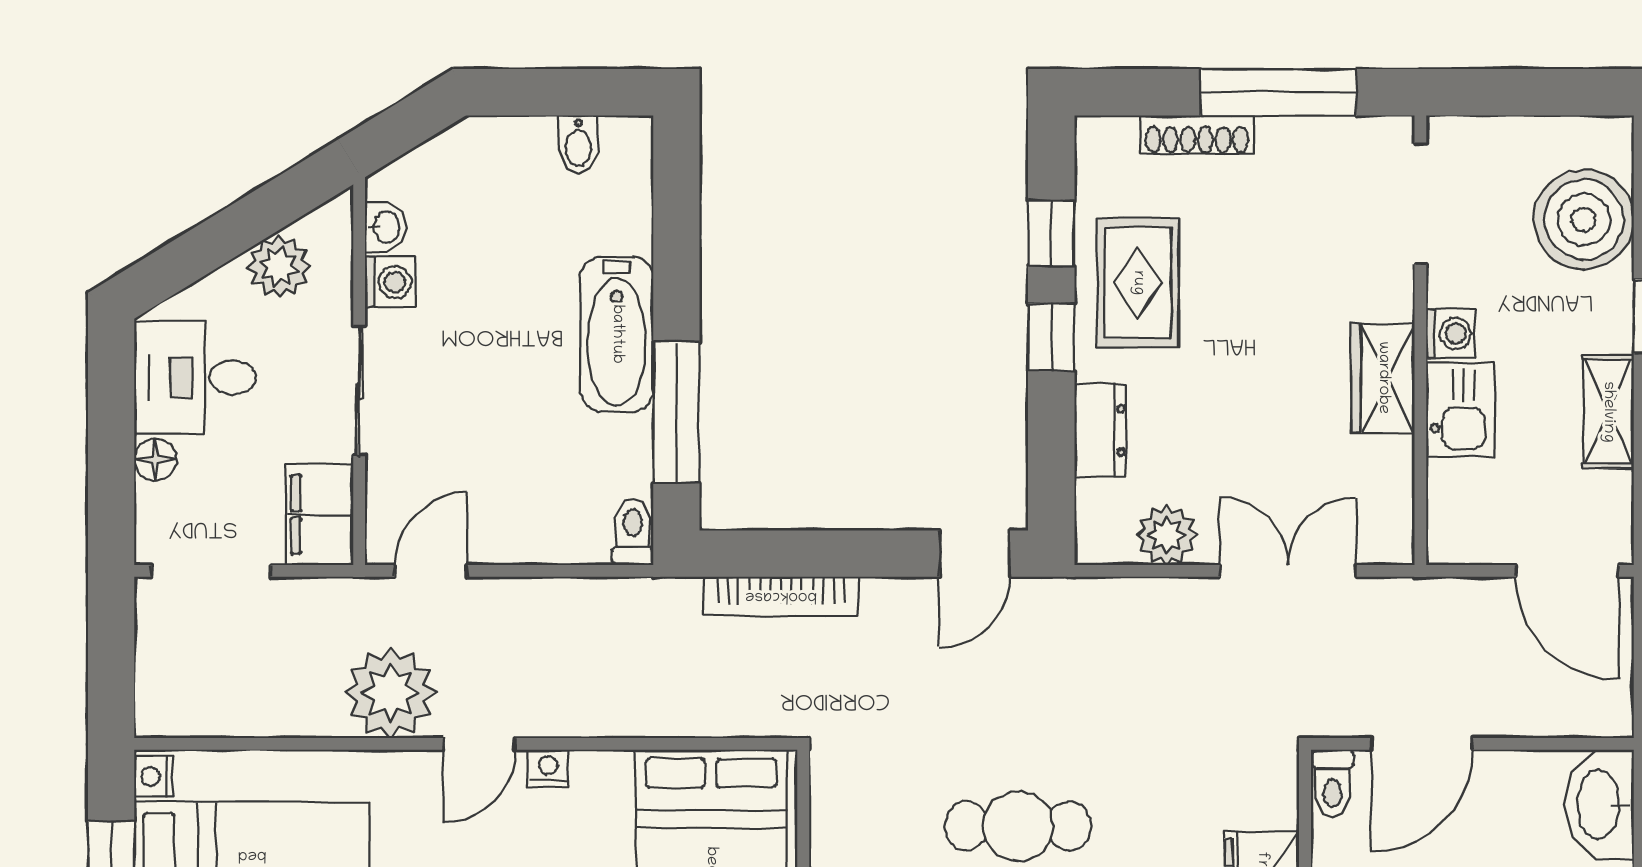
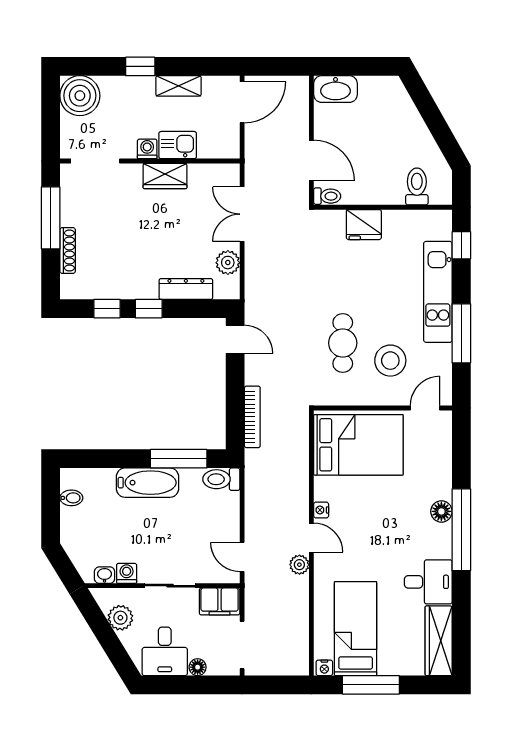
boiler: (1584, 220) -> (80, 96), moved
rug: (1138, 283) -> (127, 274), removed
dresser: (1101, 430) -> (186, 289), width x1.44
toilet: (633, 532) -> (221, 479), width x1.37, depth x1.39
plant: (390, 693) -> (299, 565), width x0.53, depth x0.53
cafe table: (1018, 826) -> (343, 343), moved

